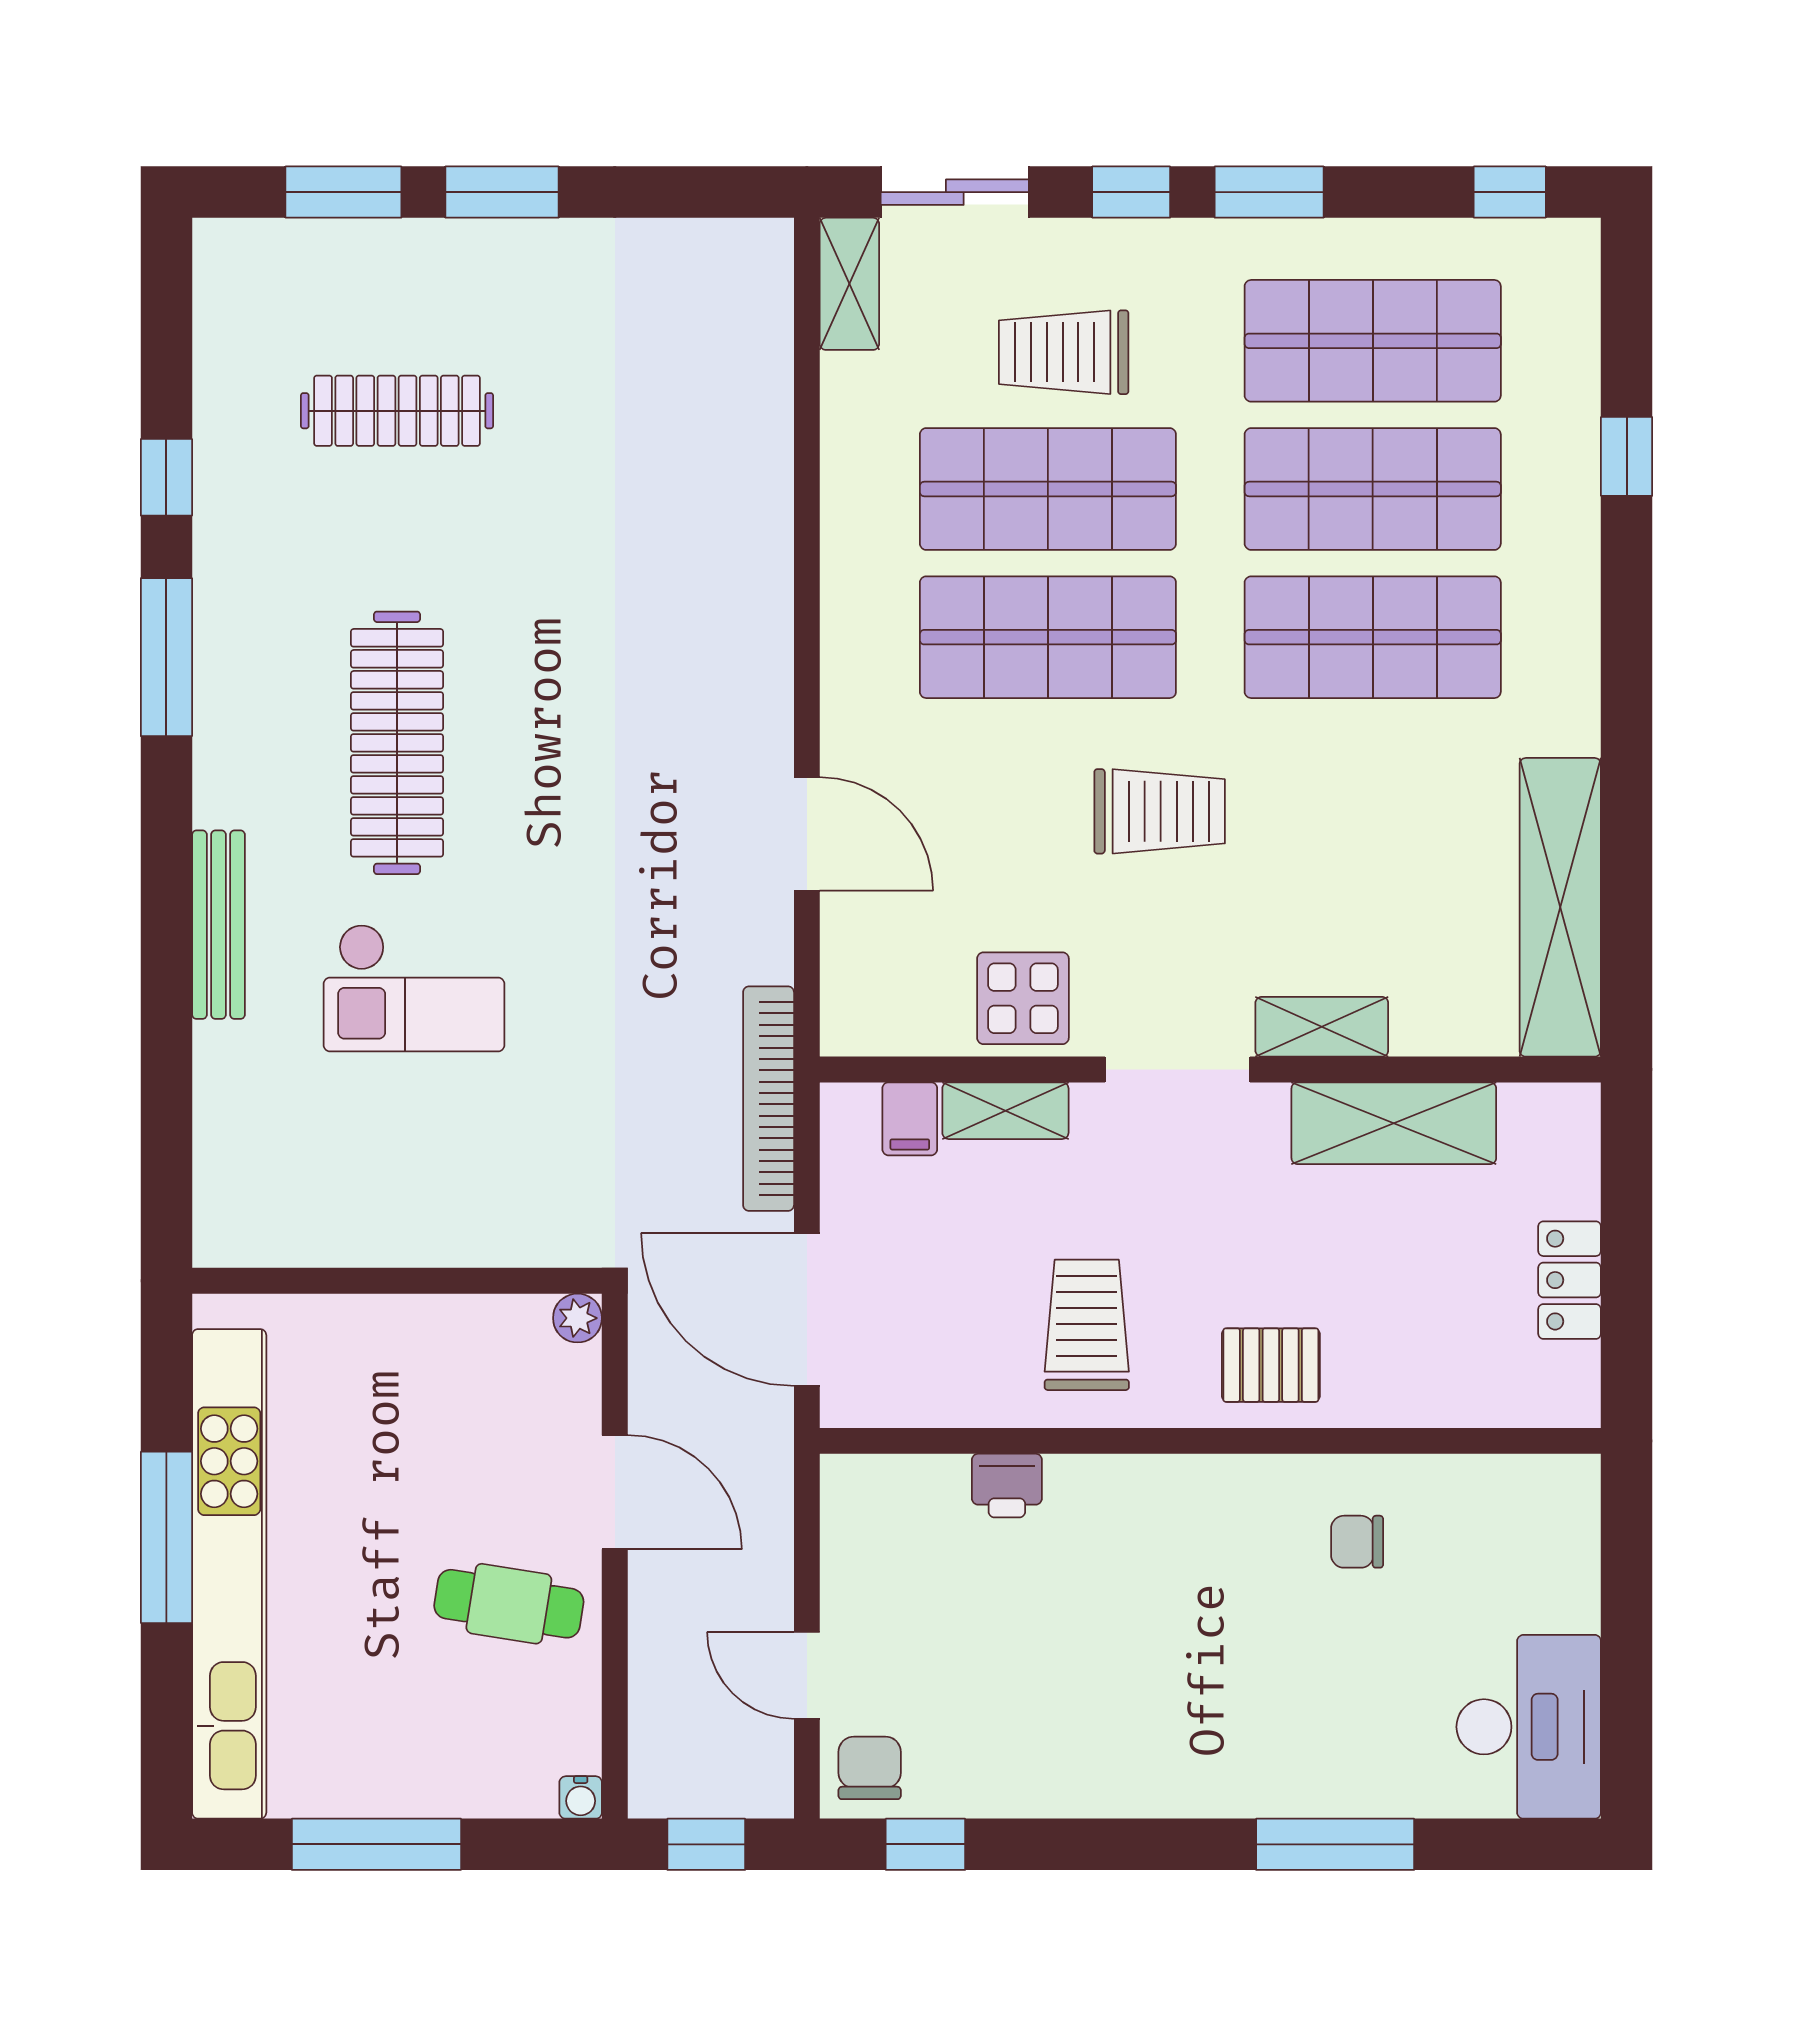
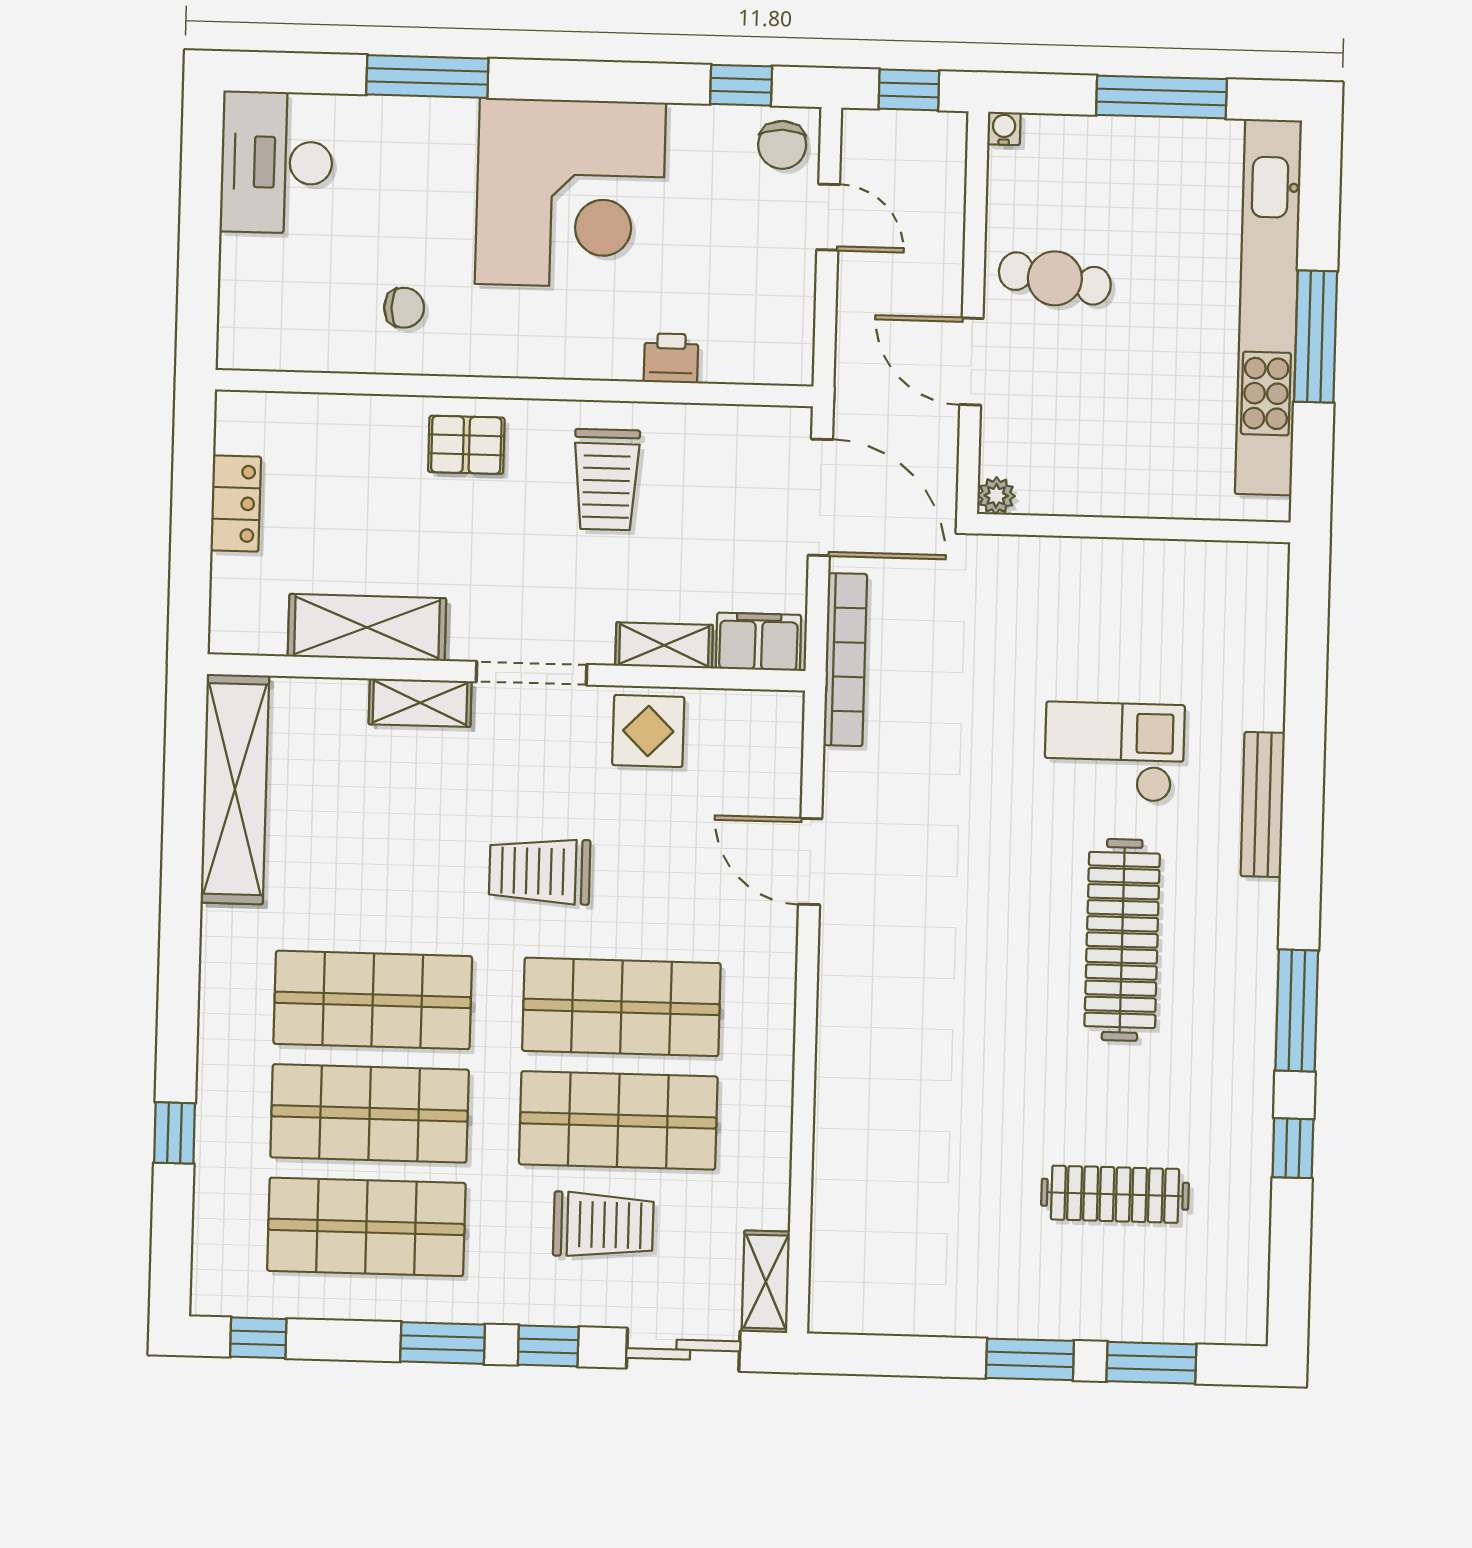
filing cabinet: (910, 1119) -> (758, 642), width x2.00
corner desk: (1144, 1697) -> (570, 193), added

